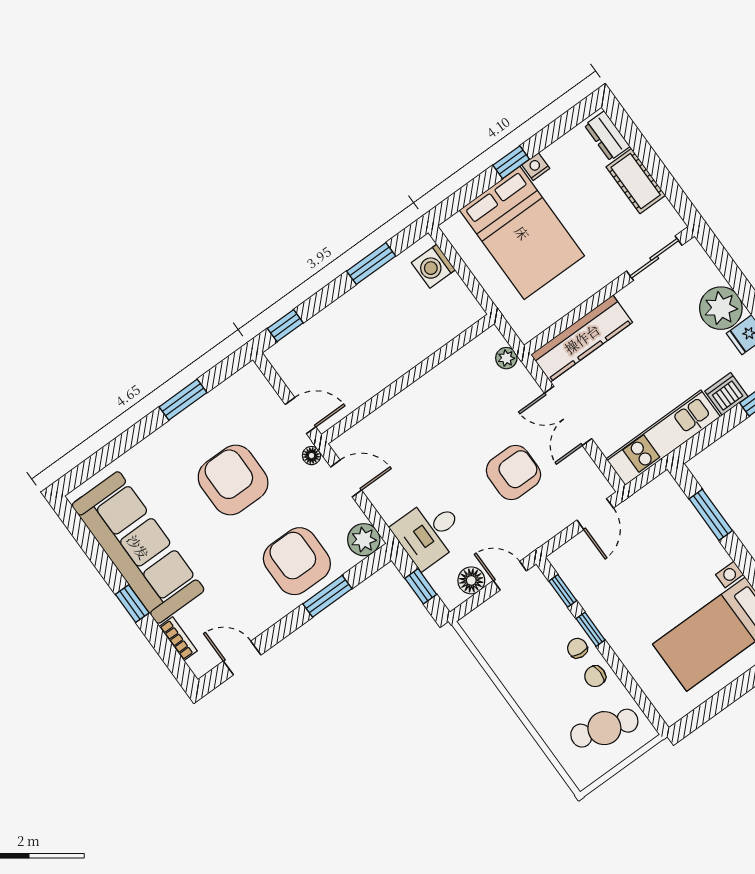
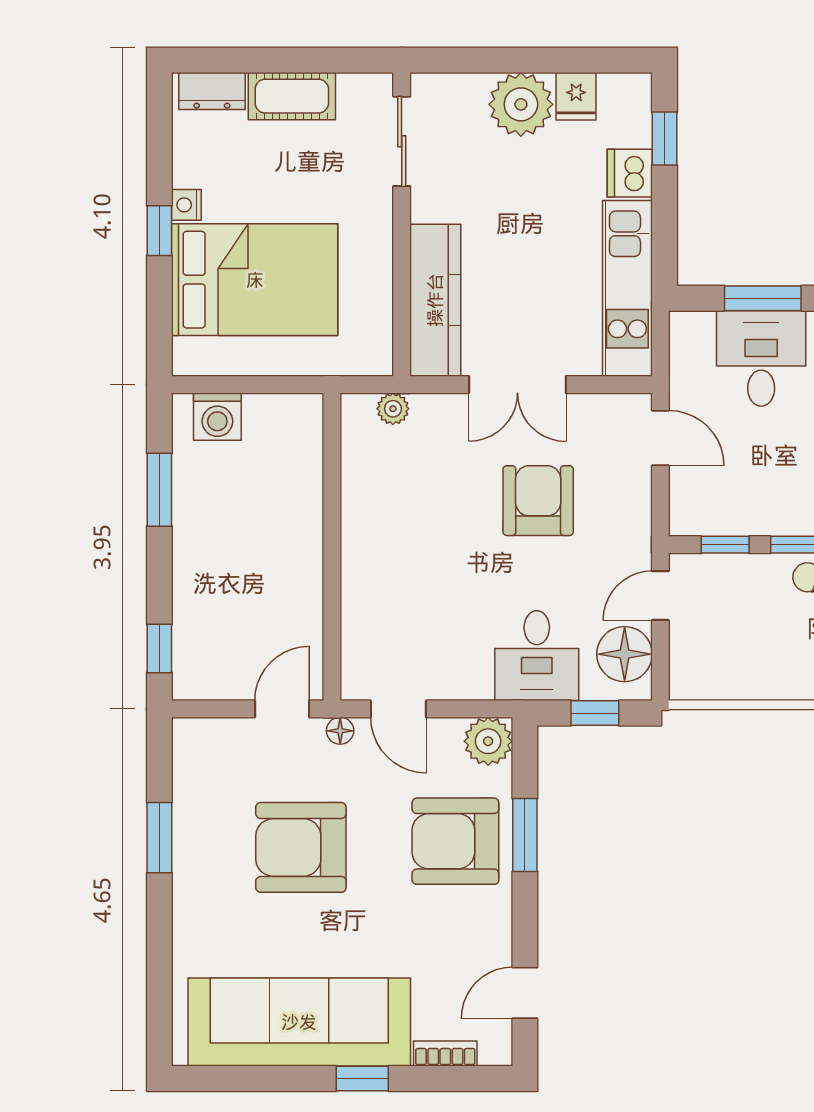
door: (346, 478) -> (398, 709), swing flipped
desk: (678, 537) -> (761, 358), added
floor lamp: (471, 580) -> (625, 654), width x1.38, depth x1.38

